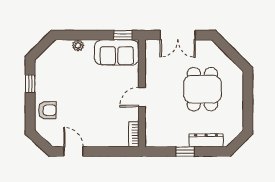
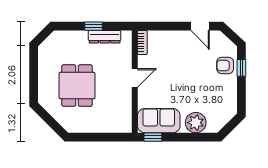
double door: (178, 35) -> (101, 137), removed
plant: (78, 45) -> (196, 123), width x1.88, depth x1.88
window: (30, 84) -> (241, 68), moved
dresser: (206, 140) -> (105, 37), moved

